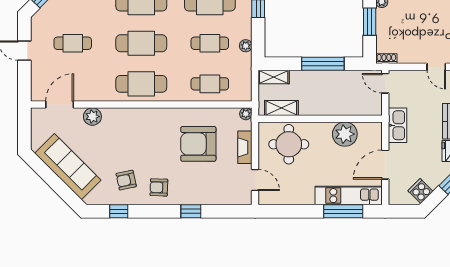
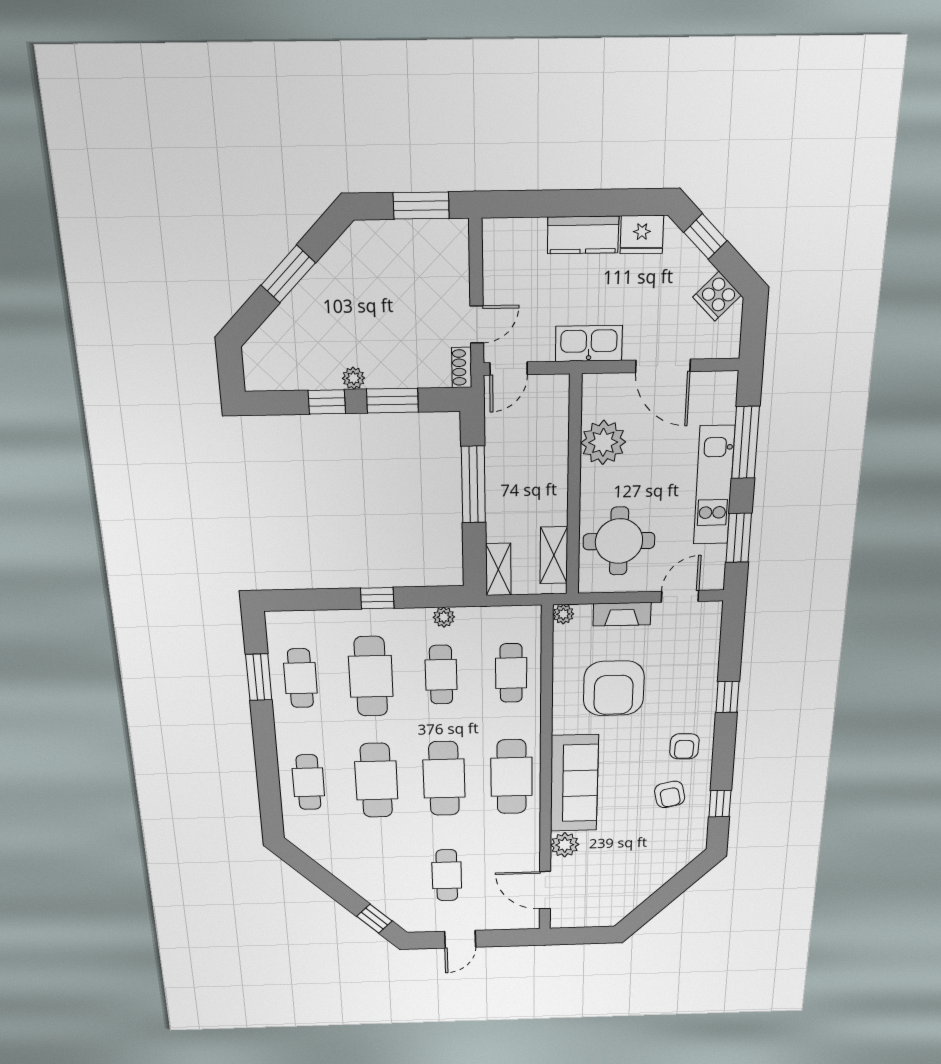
door: (436, 67) -> (477, 324), moved
sofa: (68, 167) -> (574, 783), moved, turned 135
kitchen unit: (349, 196) -> (714, 485), moved
window: (289, 211) -> (739, 538), added

